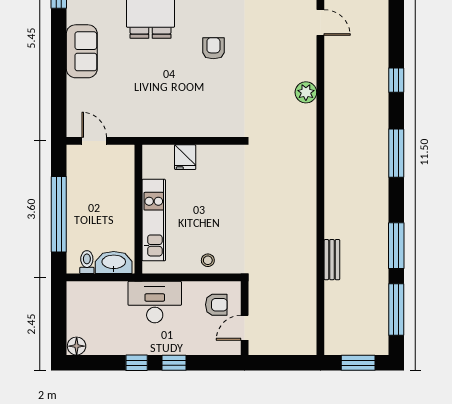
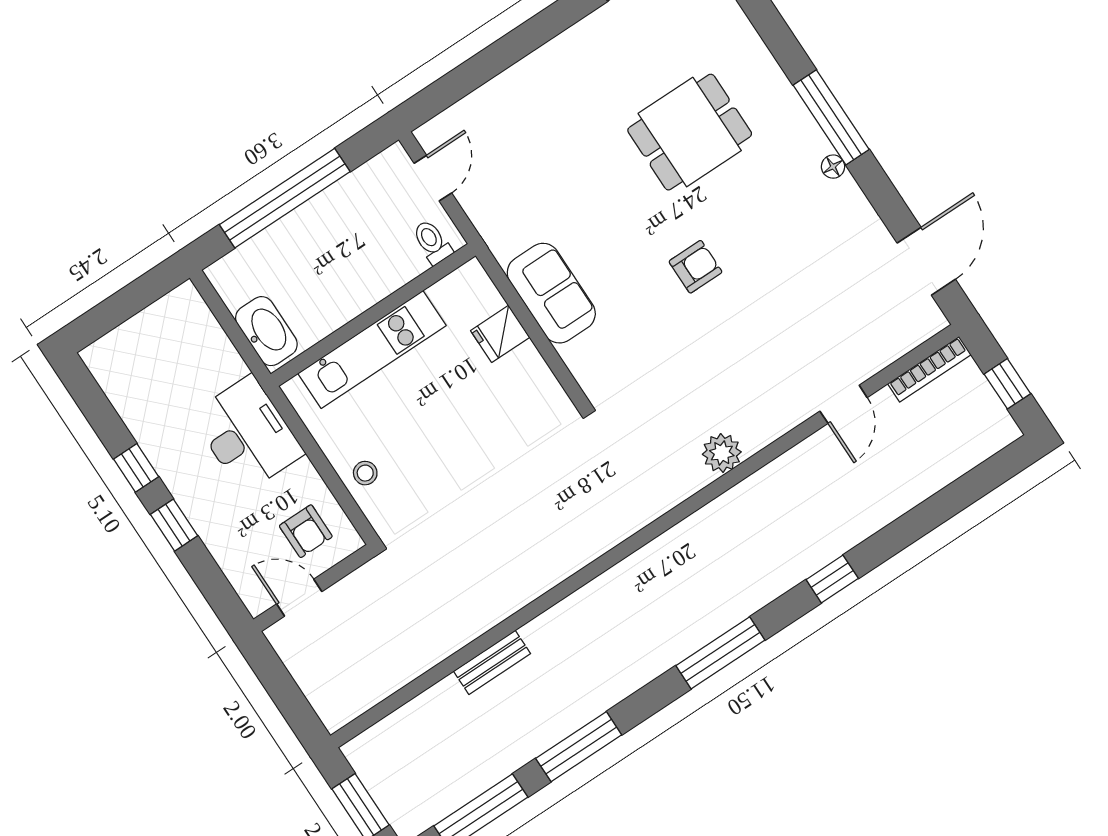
sofa: (82, 51) -> (551, 293), moved, turned -90
toilet: (87, 262) -> (432, 242), moved, turned -90
floor lamp: (77, 346) -> (101, 359), removed

